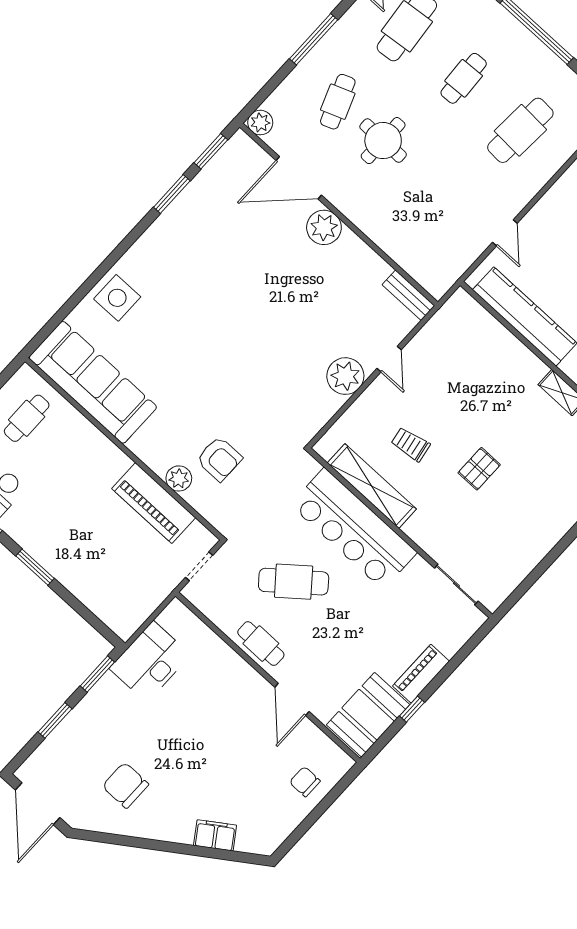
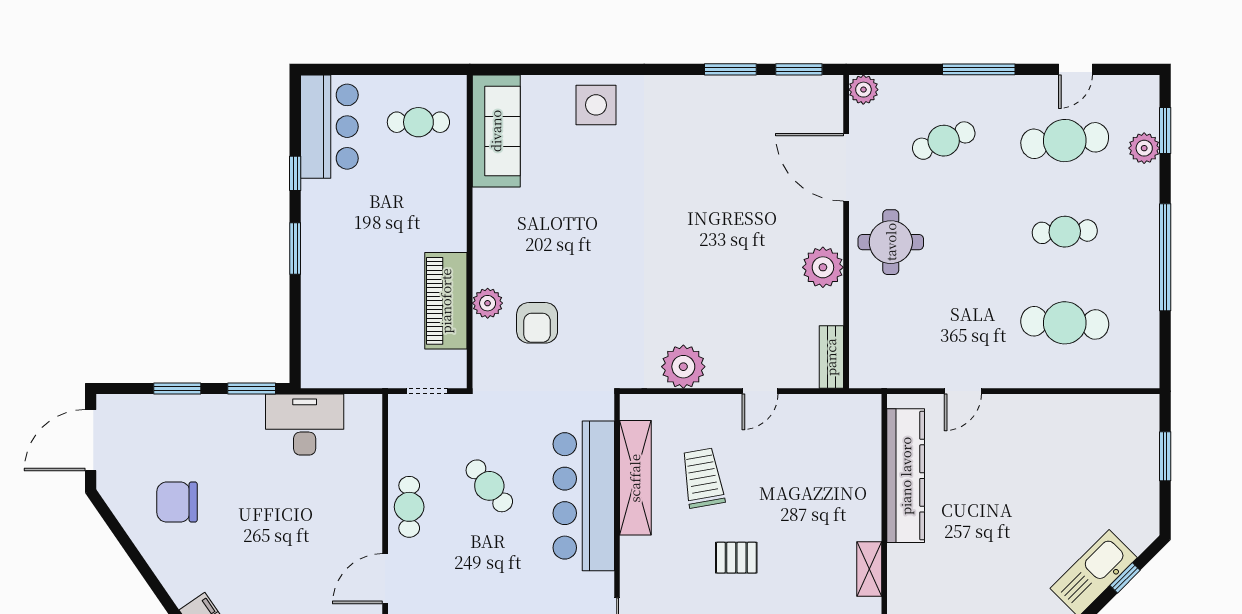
round table: (383, 141) -> (891, 242), moved
plant: (324, 227) -> (823, 267), moved
plant: (345, 376) -> (683, 367), moved
sofa: (93, 382) -> (496, 131), width x0.74, depth x0.79
trolley: (410, 444) -> (703, 478), width x1.36, depth x1.39
cafe table: (294, 582) -> (489, 486), width x0.73, depth x0.74
chair: (125, 785) -> (177, 502), turned -90

